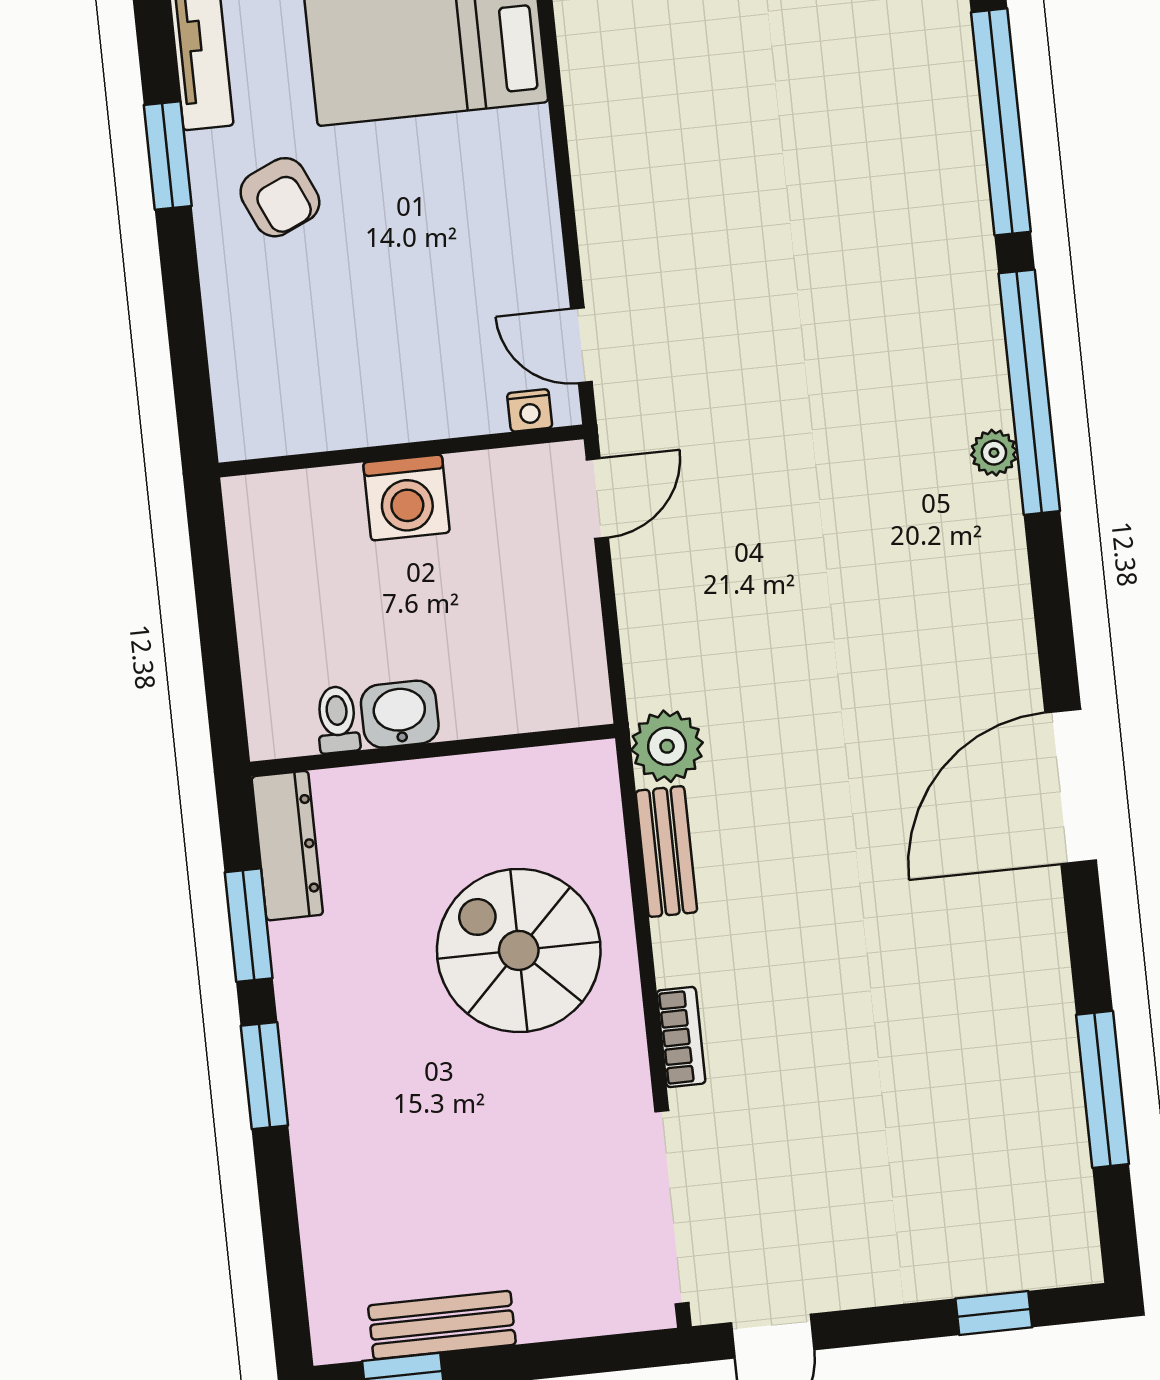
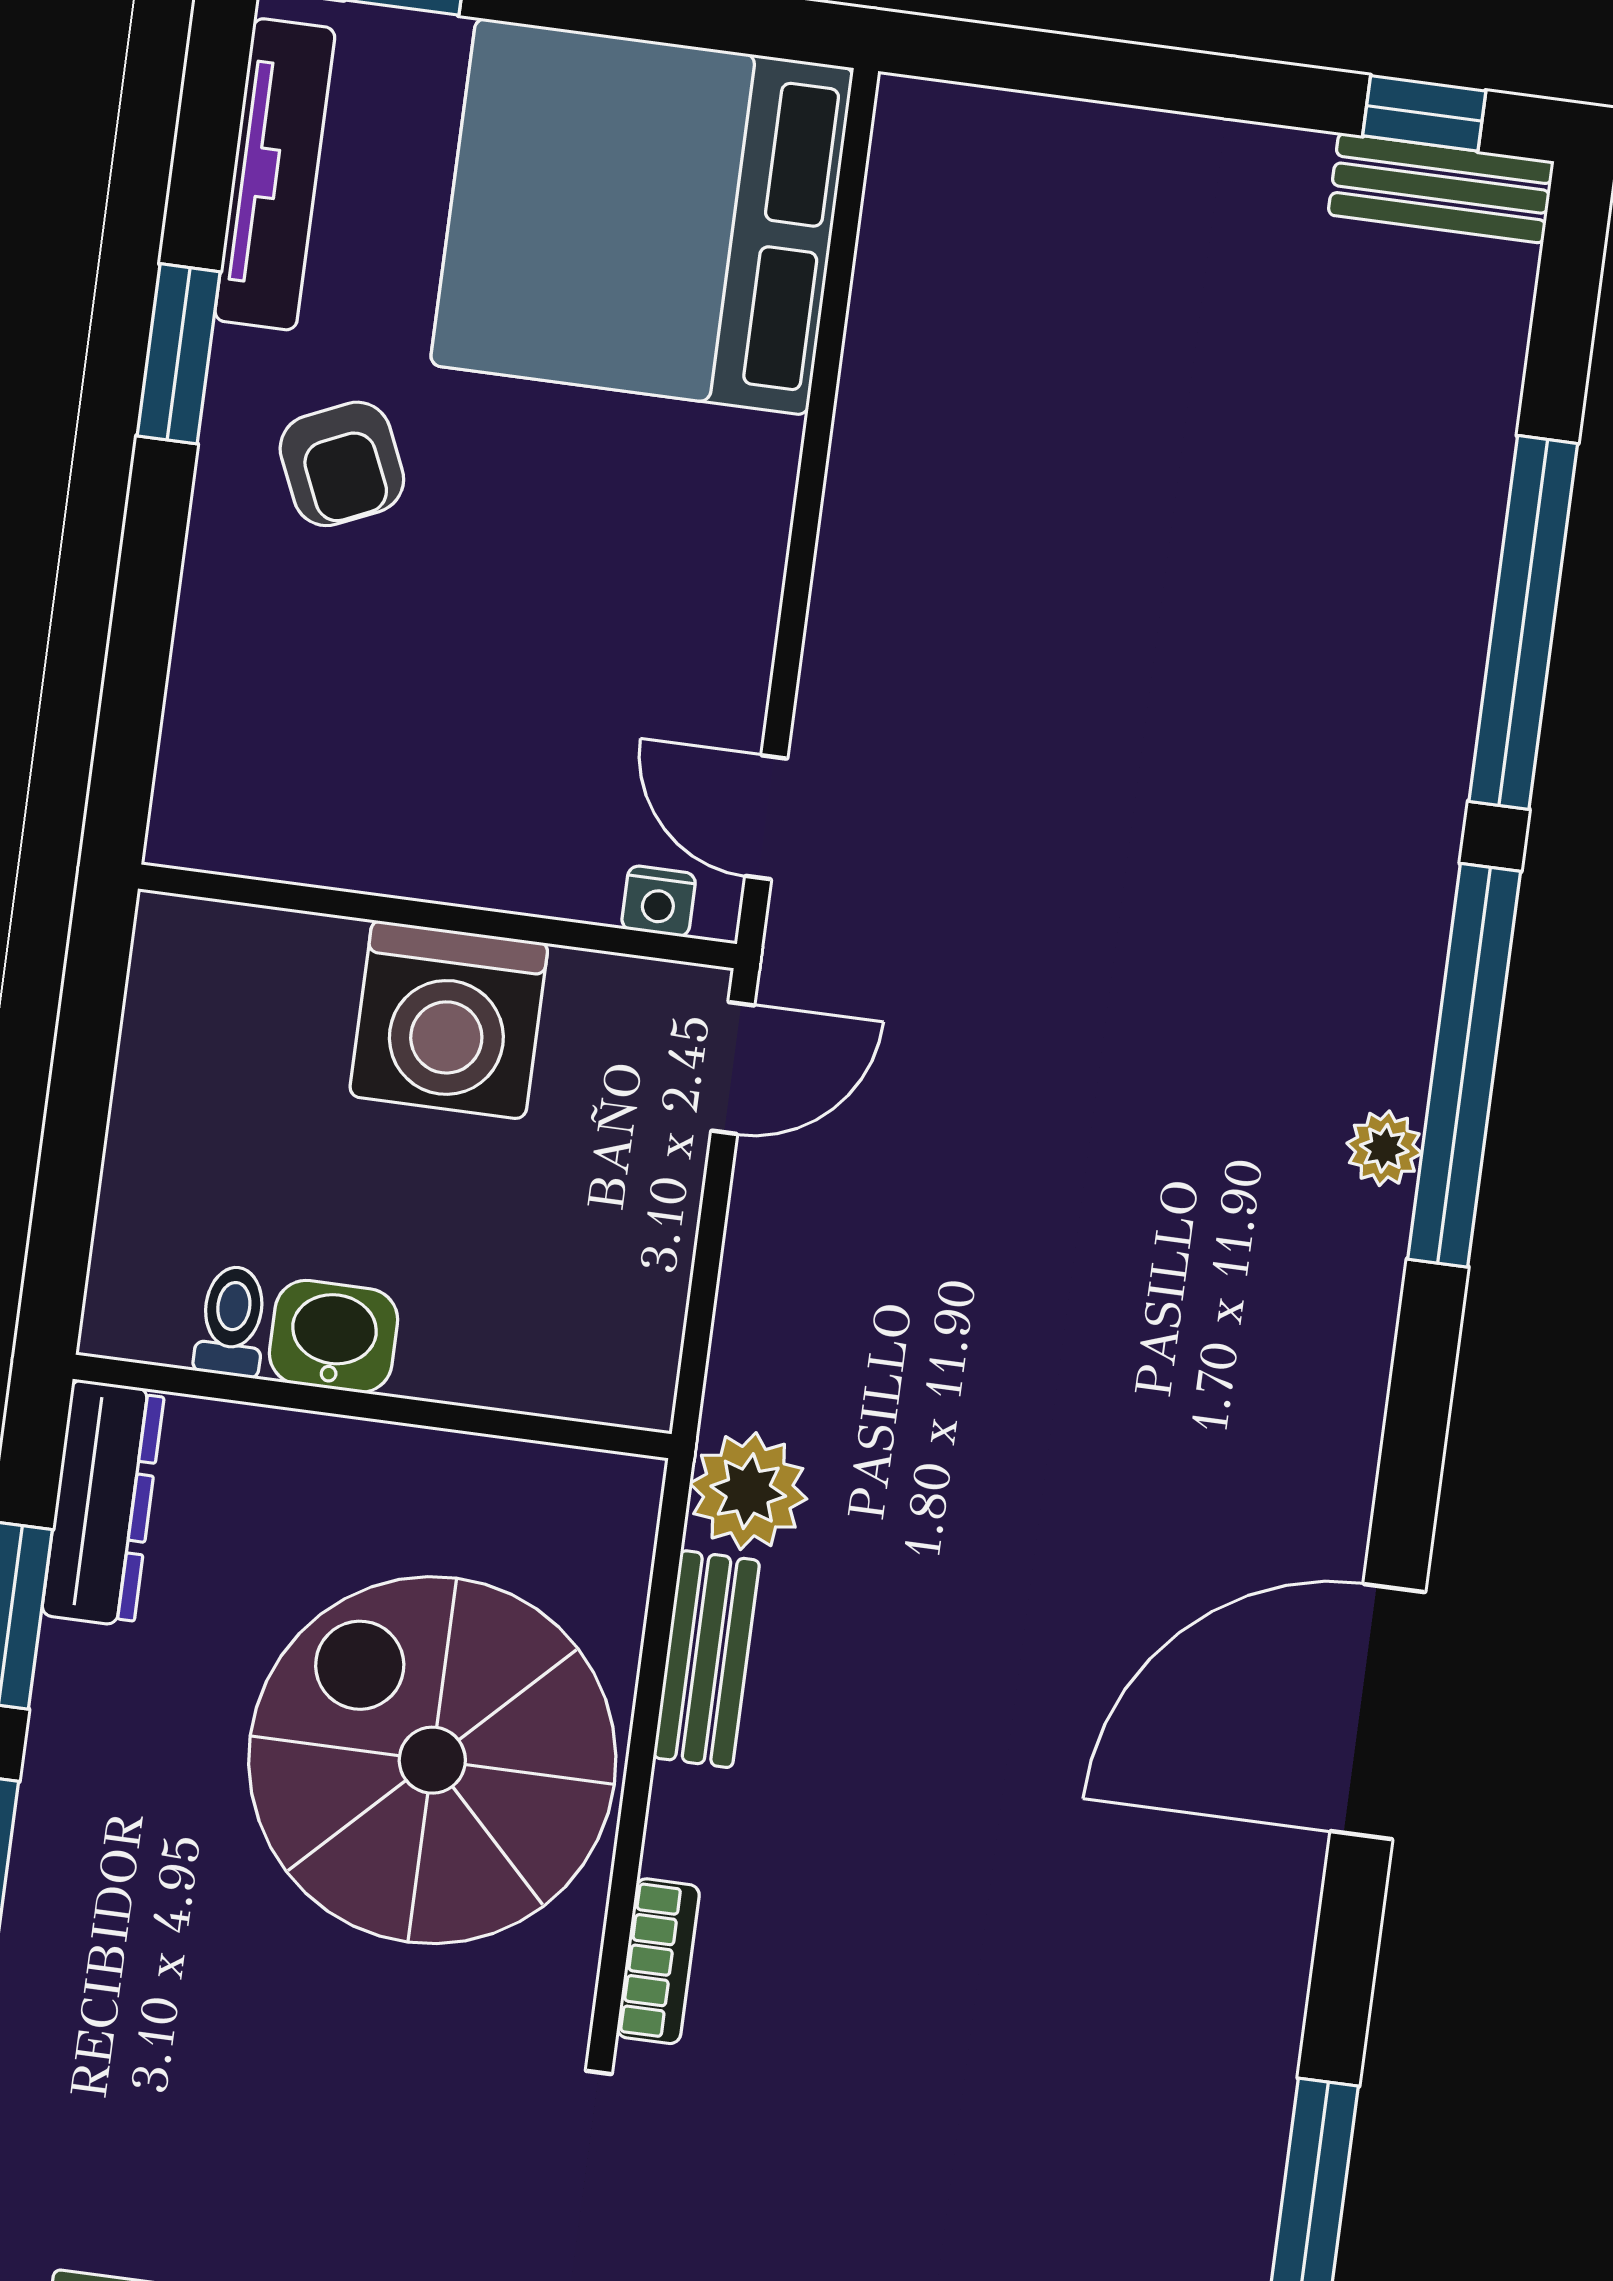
washing machine: (406, 497) -> (449, 1020), width x1.37, depth x1.37
spiral stairs: (519, 950) -> (432, 1760), width x1.37, depth x1.37

